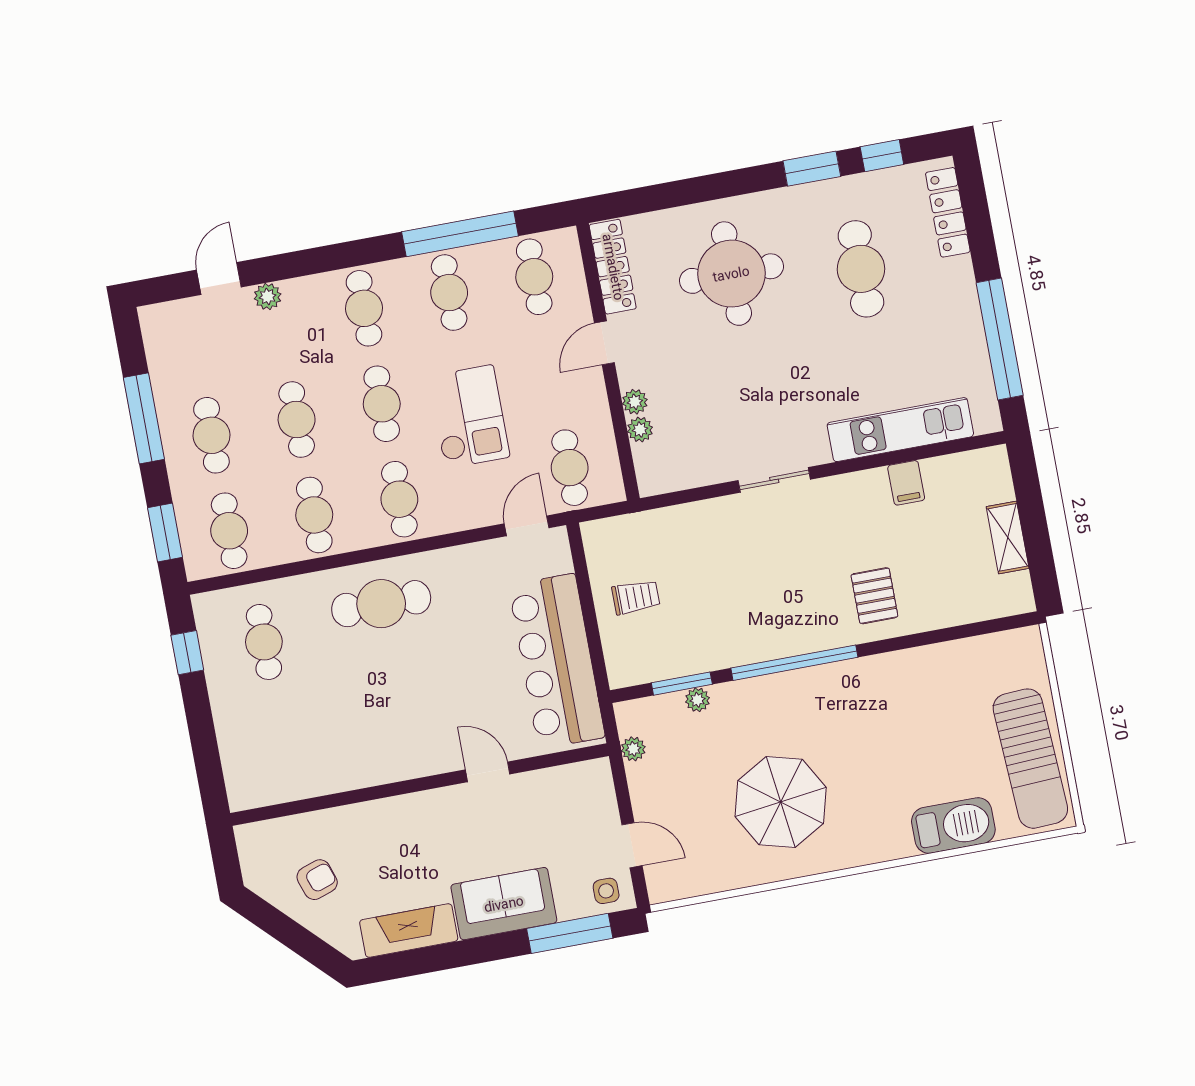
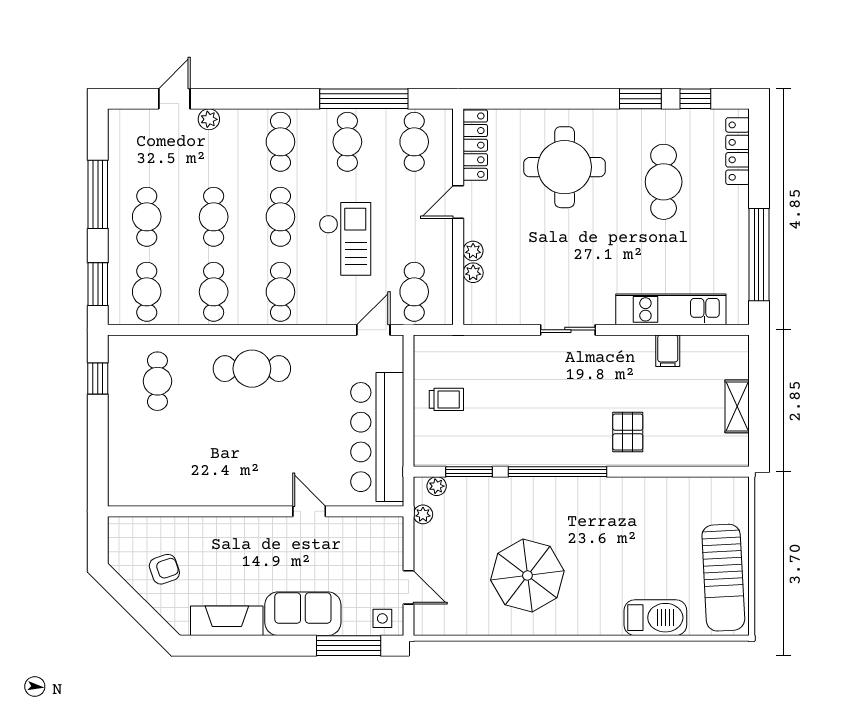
plant: (697, 700) -> (437, 486), moved

